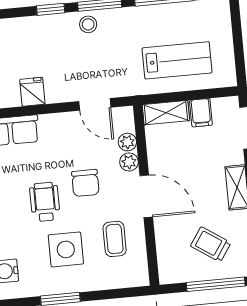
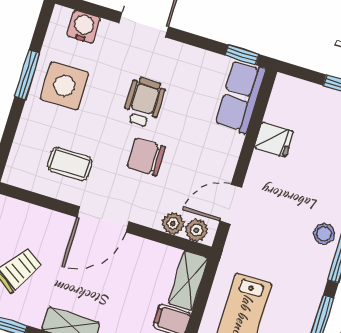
plant: (129, 162) -> (196, 230), moved
wheelchair: (45, 202) -> (144, 102), turned -90
side table: (66, 249) -> (64, 86), moved

